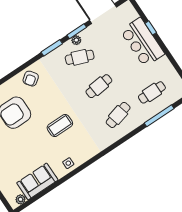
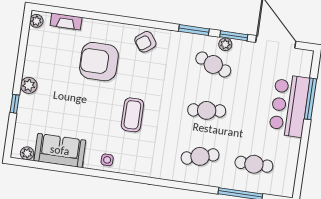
window: (151, 28) -> (310, 99), width x2.17
coffee table: (60, 126) -> (132, 115), turned 90

